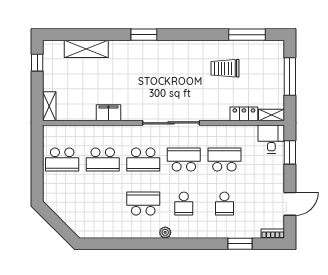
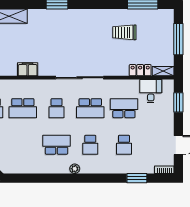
desk: (271, 139) -> (151, 91), moved
school desk: (143, 160) -> (57, 108), width x0.54
school desk: (184, 160) -> (90, 108), turned 180

